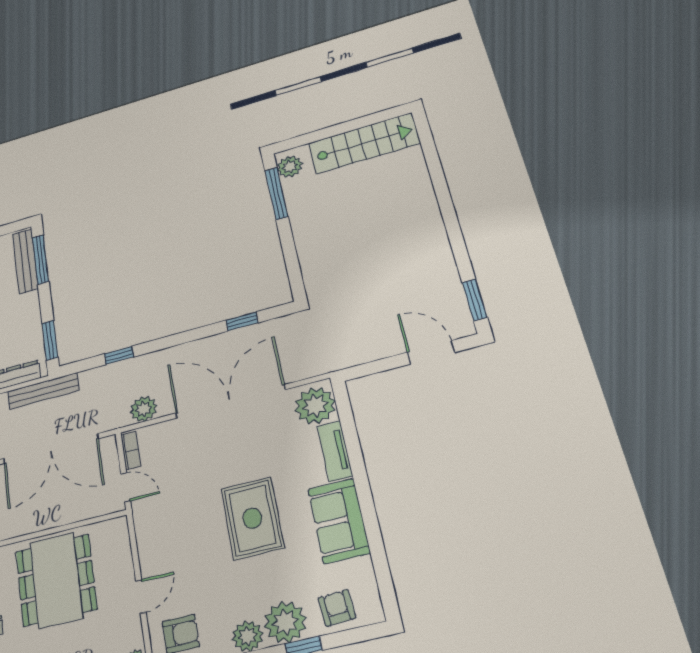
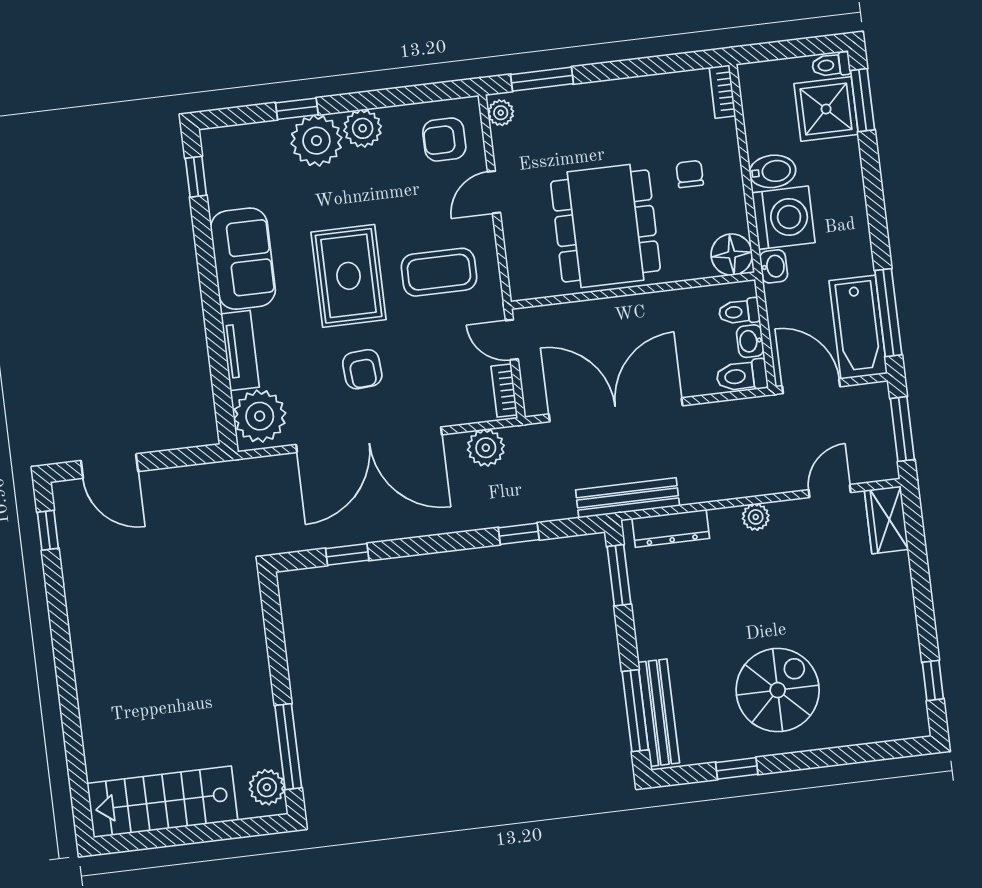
window: (475, 300) -> (48, 530), width x0.67
coffee table: (182, 530) -> (439, 272), added
window: (385, 581) -> (196, 177), added
armchair: (337, 608) -> (362, 369), moved

